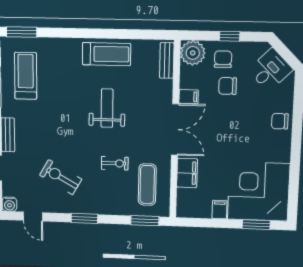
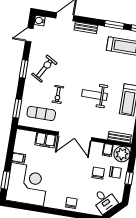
filing cabinet: (189, 97) -> (108, 150), moved
weight bench: (107, 108) -> (94, 95), turned 180
exercise bike: (61, 177) -> (44, 69), moved

